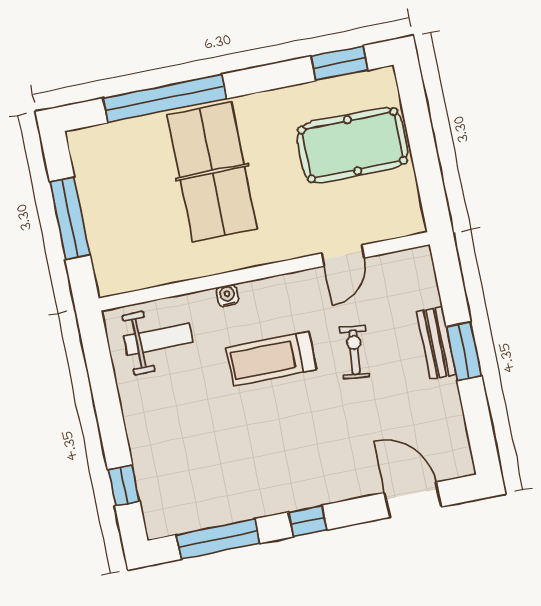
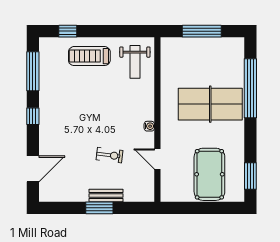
water cooler: (227, 295) -> (149, 126), moved
treadmill: (271, 359) -> (89, 56), moved, turned -90

